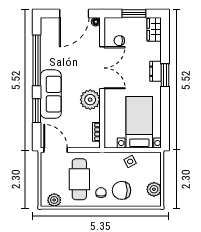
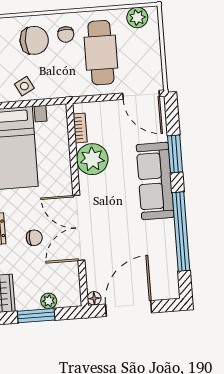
plant: (125, 22) -> (49, 301), added
chair: (119, 41) -> (34, 238), moved
plant: (90, 100) -> (92, 159), moved

